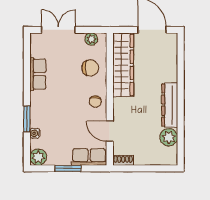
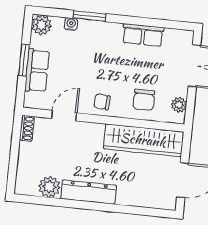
row of seats: (89, 157) -> (37, 71), moved

